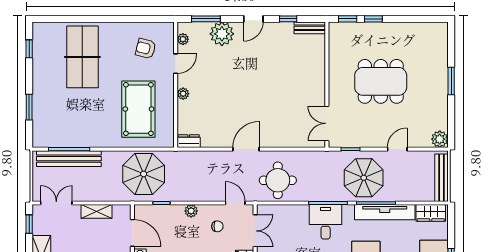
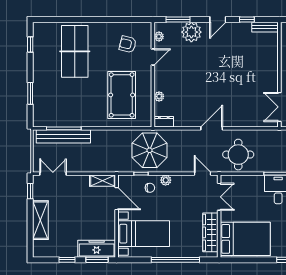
plant: (183, 94) -> (159, 96), moved
parasol: (144, 174) -> (150, 150), moved
shelving: (97, 211) -> (102, 181), moved
chair: (217, 226) -> (150, 188), moved

